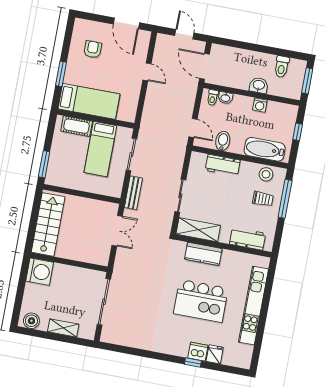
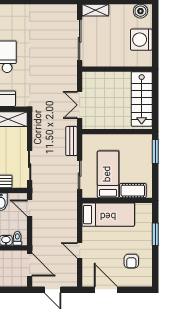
bed: (89, 101) -> (108, 215), moved, turned 180
sliding door: (180, 196) -> (30, 166), moved
washing machine: (40, 272) -> (141, 40), moved
shelving: (63, 328) -> (95, 10), moved

